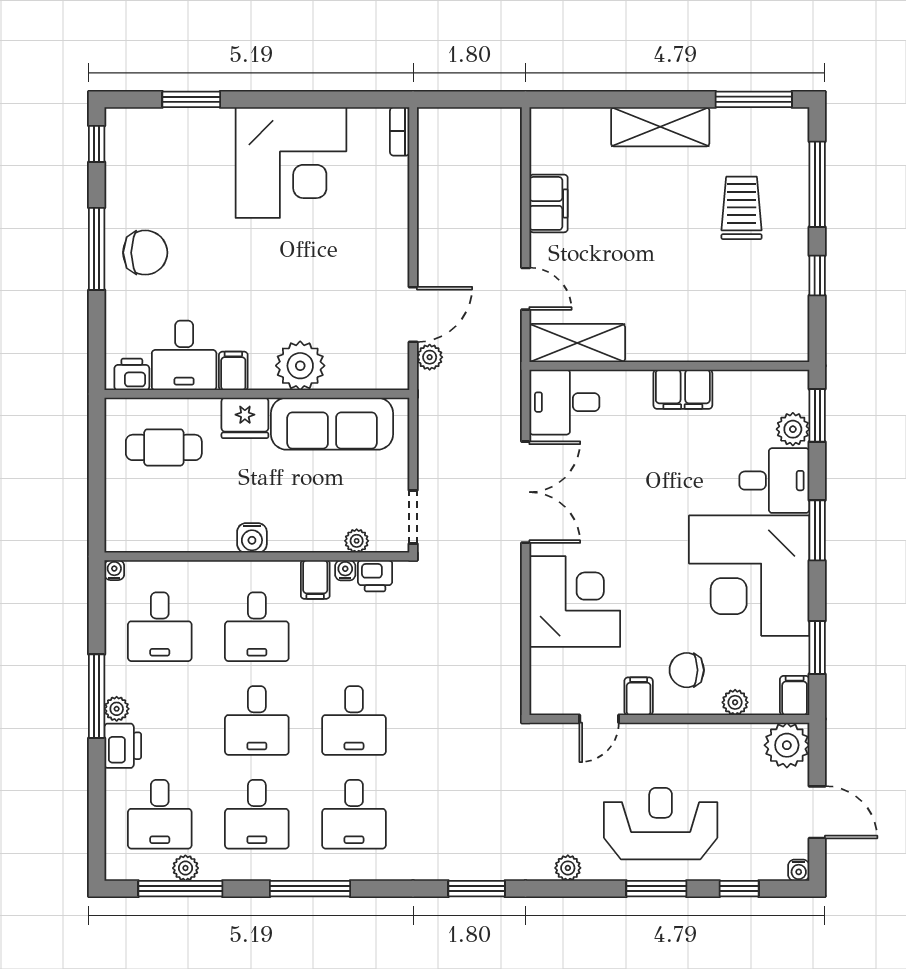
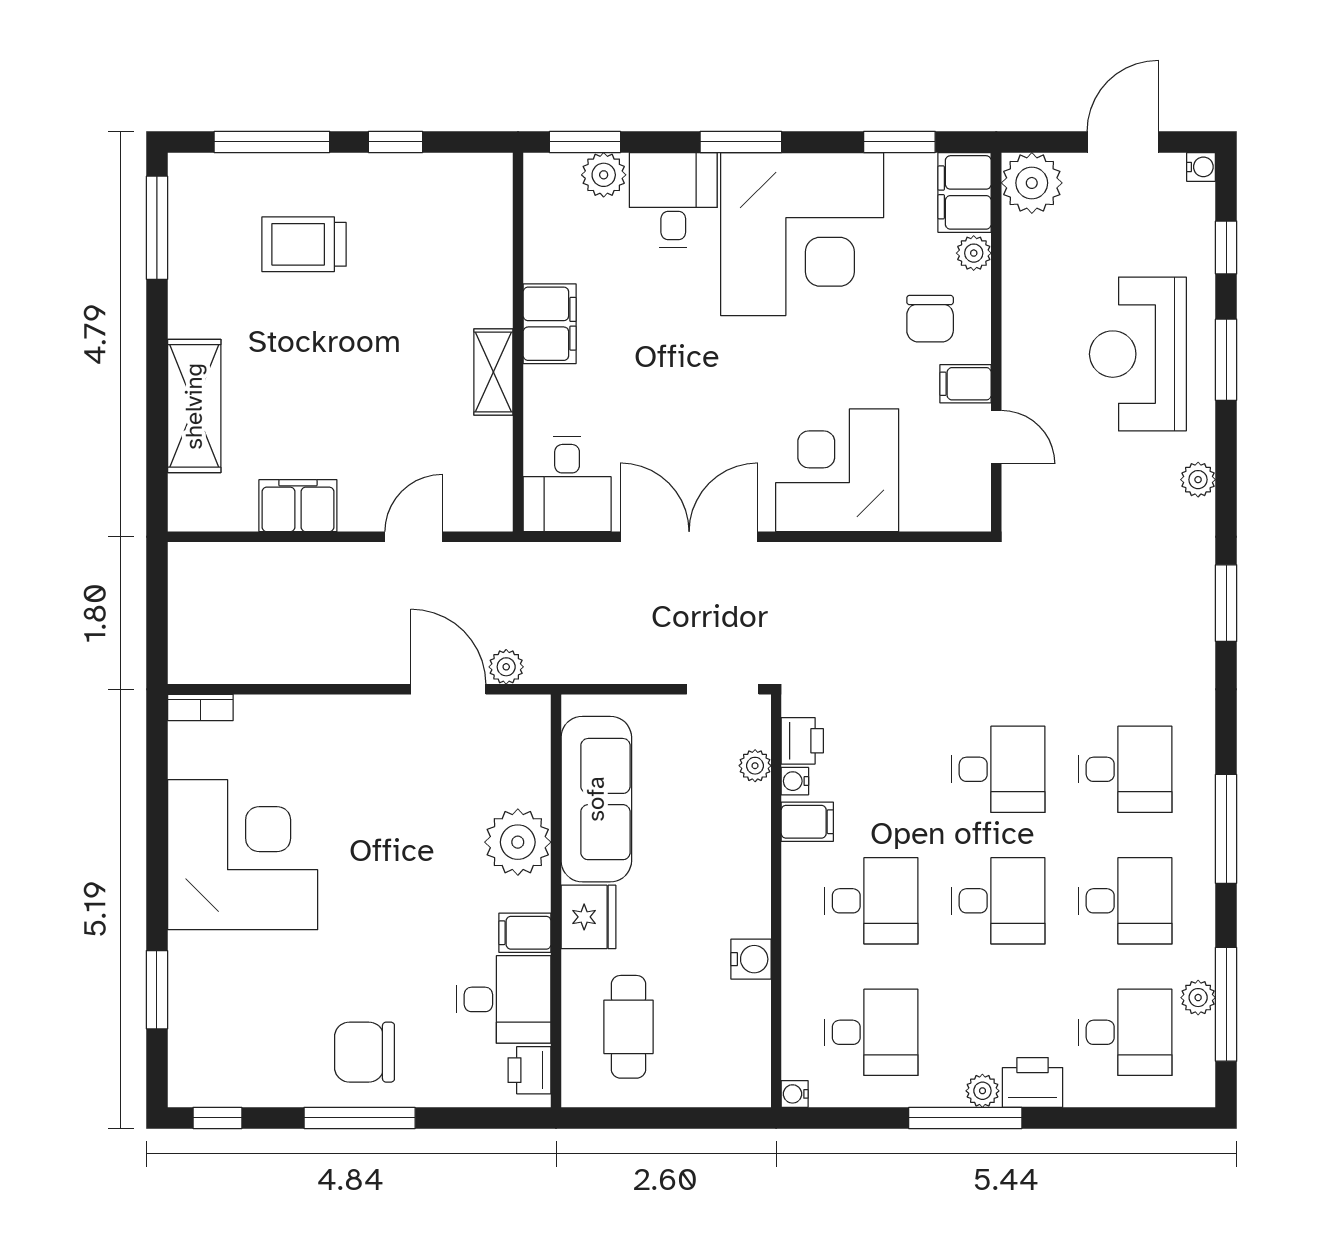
shelving: (660, 127) -> (194, 406), moved
chair: (145, 253) -> (364, 1052), turned -90
shelving: (577, 343) -> (493, 372), moved, width x0.67, depth x0.75
water cooler: (252, 538) -> (751, 959), moved
filing cabinet: (795, 696) -> (965, 192), width x2.00

